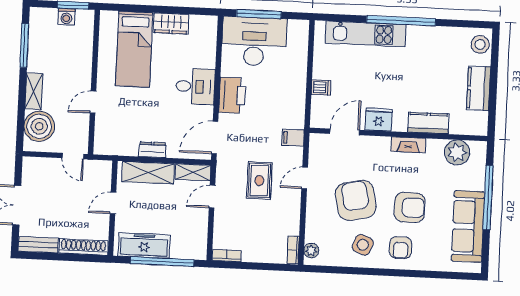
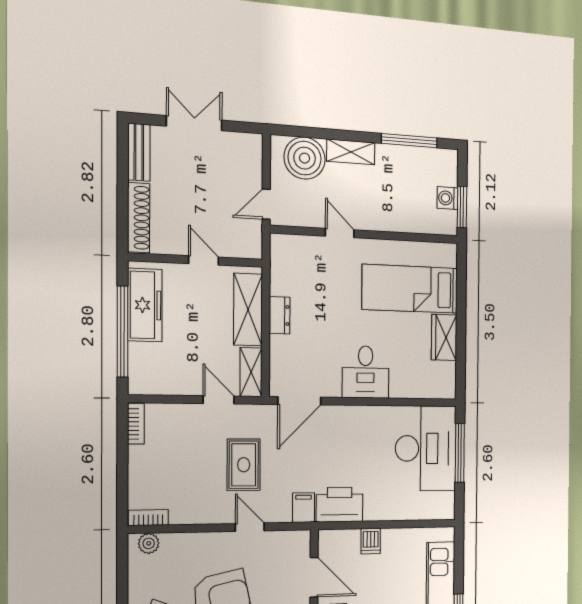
printer: (232, 95) -> (340, 505), moved, turned 180
door: (215, 138) -> (299, 401), swing flipped
rug: (259, 181) -> (244, 465), turned 90

